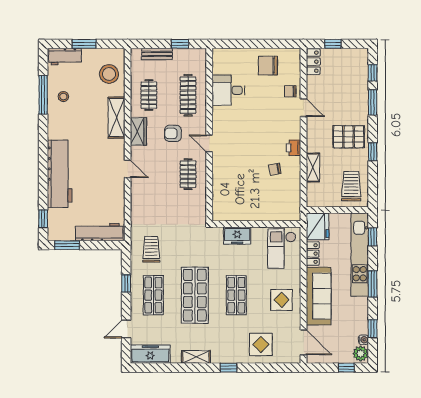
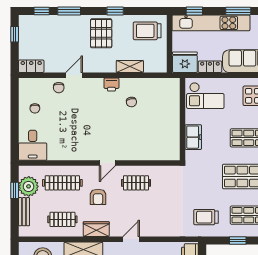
window: (333, 44) -> (15, 34), moved
plant: (184, 59) -> (29, 186), added
chair: (268, 66) -> (35, 108), width x0.54, depth x0.54
desk: (228, 90) -> (33, 145), moved

